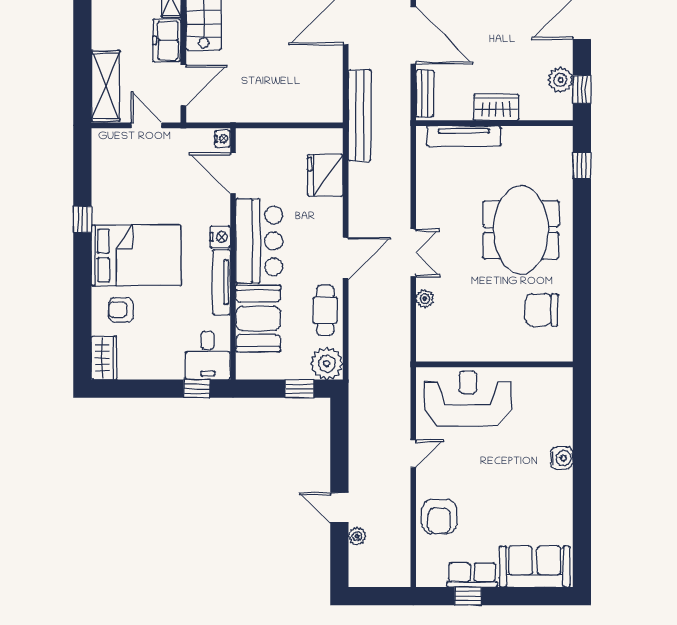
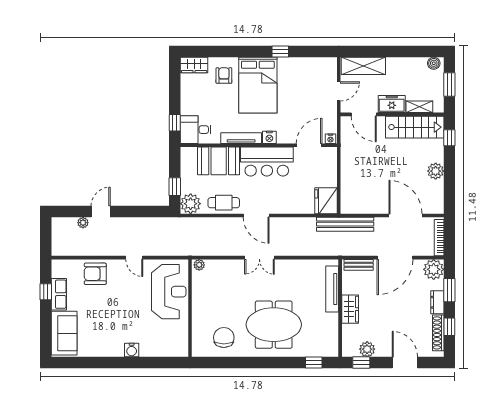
fridge: (325, 175) -> (326, 201), moved, turned -90
plant: (425, 299) -> (199, 265), moved

